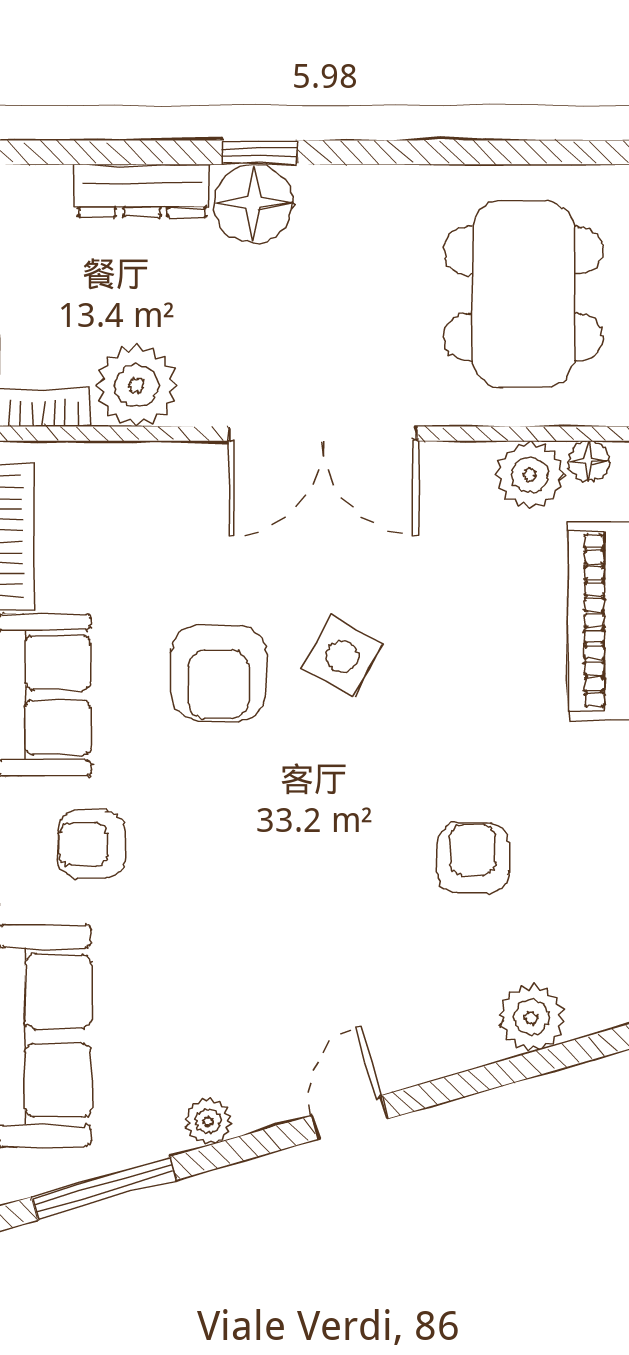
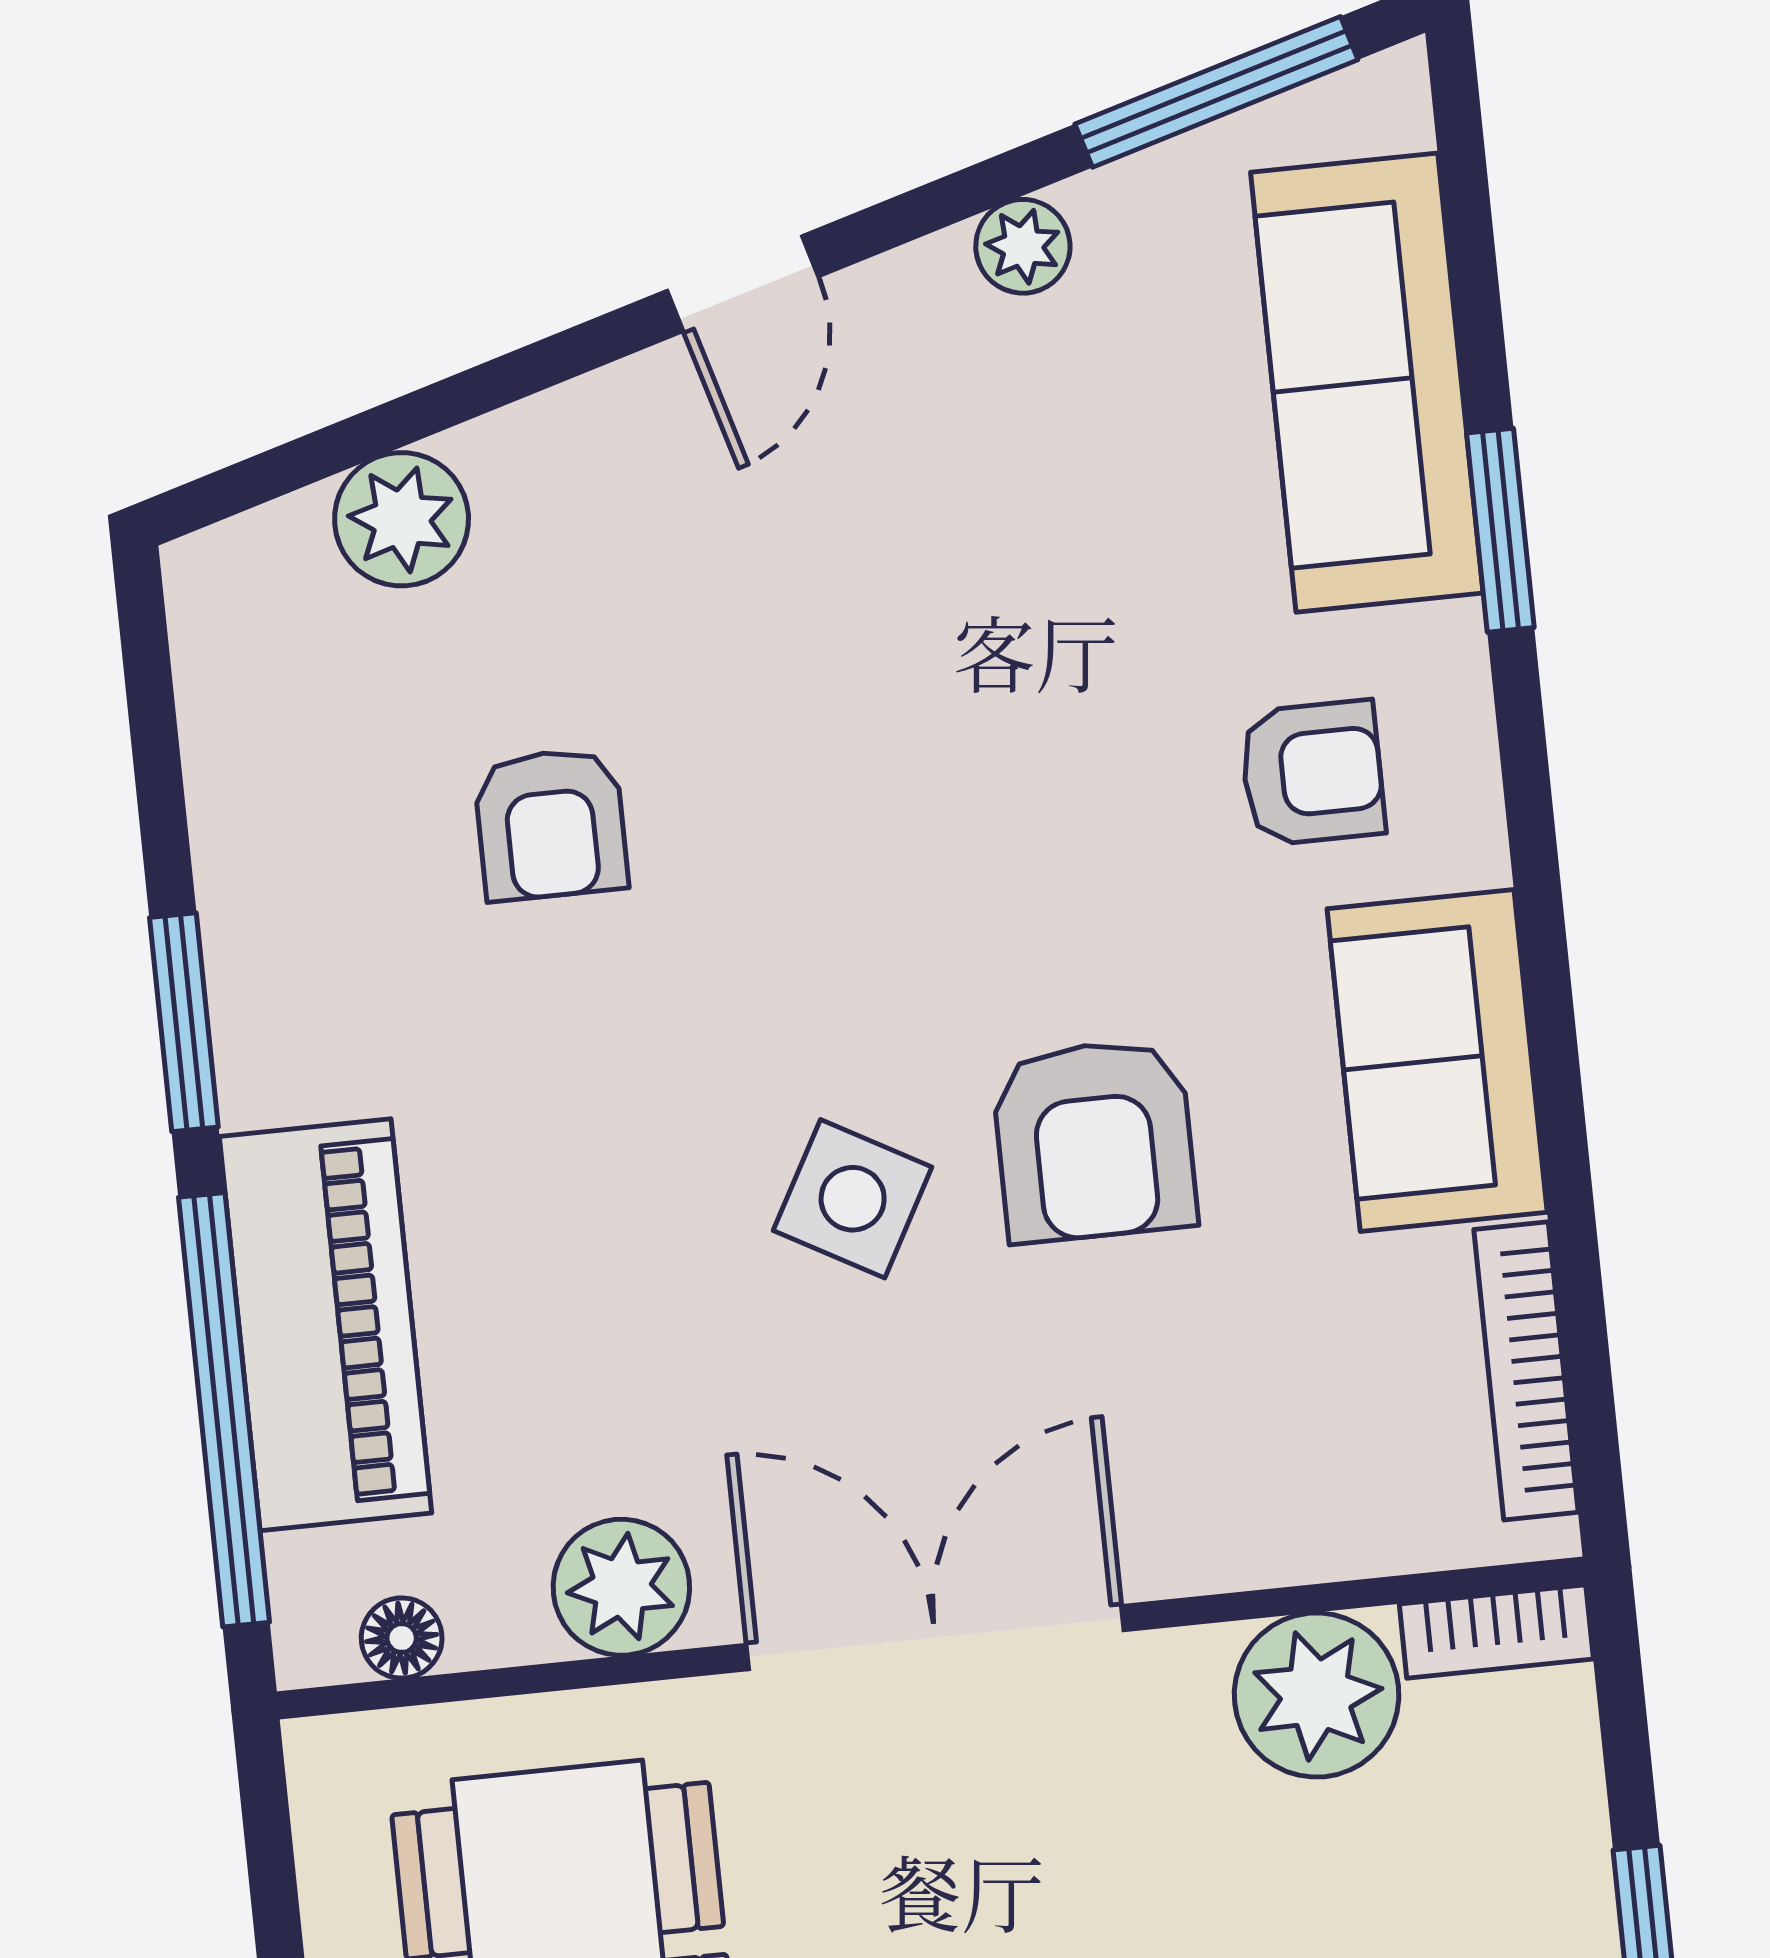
plant: (530, 475) -> (621, 1587), moved
armchair: (219, 673) -> (1094, 1140), turned 180

